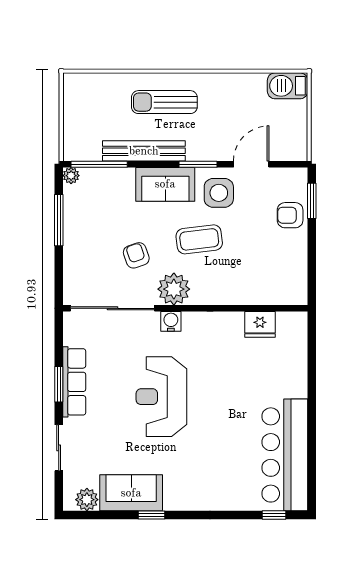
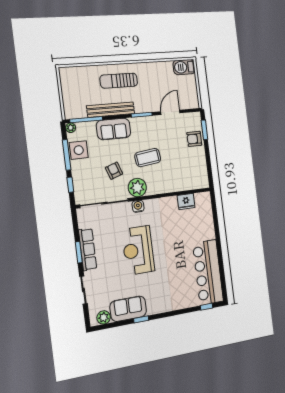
sofa: (165, 184) -> (114, 129), moved
side table: (219, 193) -> (79, 150), moved
window: (59, 270) -> (70, 185), added

